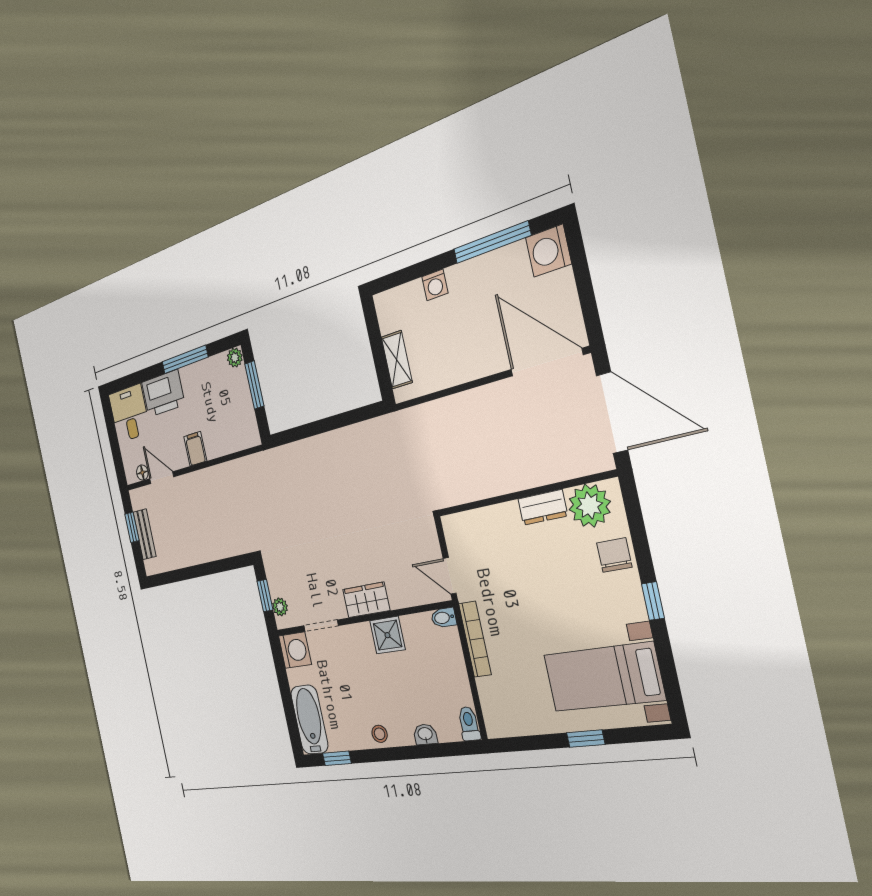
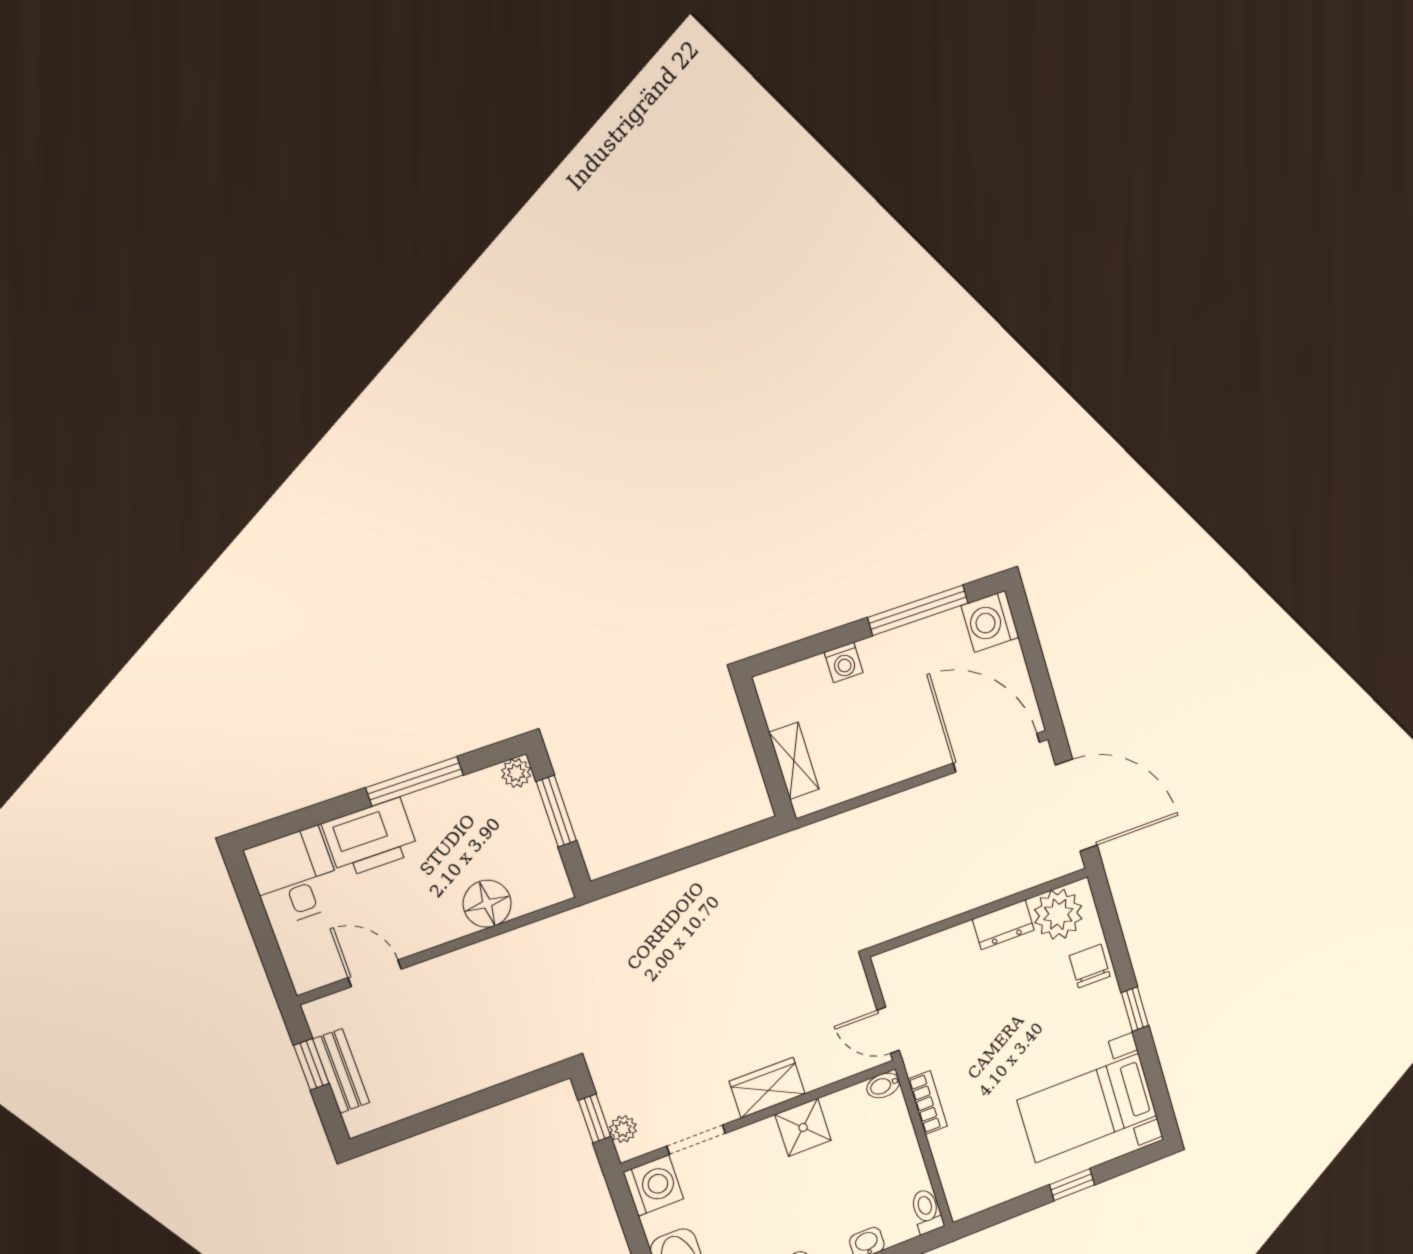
filing cabinet: (195, 449) -> (444, 919), removed
floor lamp: (142, 473) -> (487, 904), moved, width x1.89, depth x1.89
bookcase: (475, 639) -> (928, 1103), width x0.64

